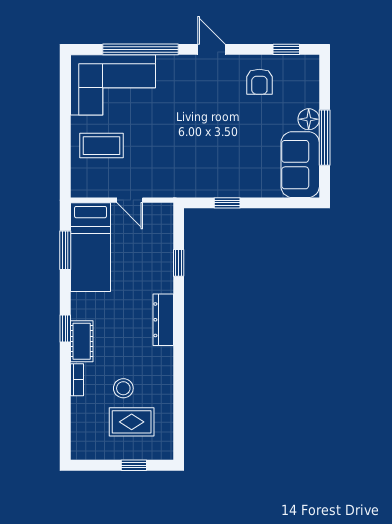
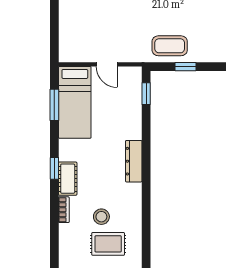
coffee table: (101, 146) -> (170, 46), moved
window: (179, 263) -> (146, 94), moved

